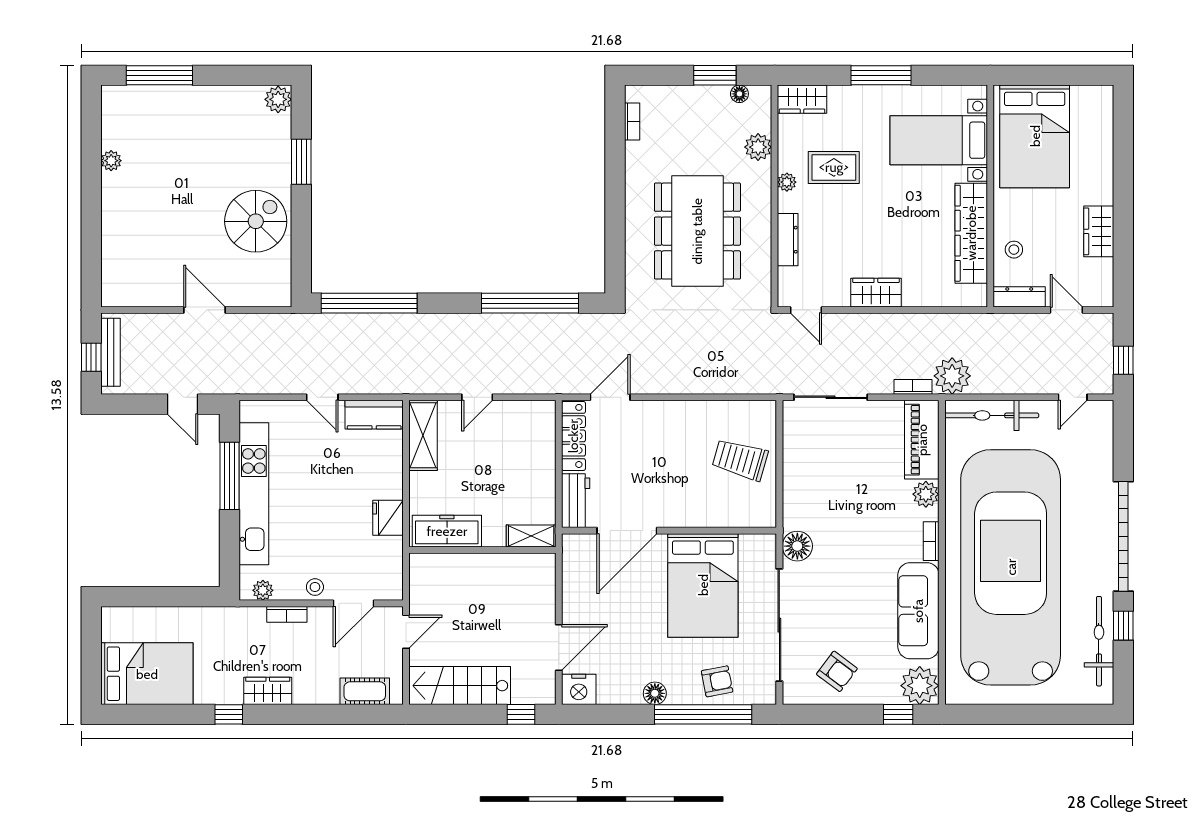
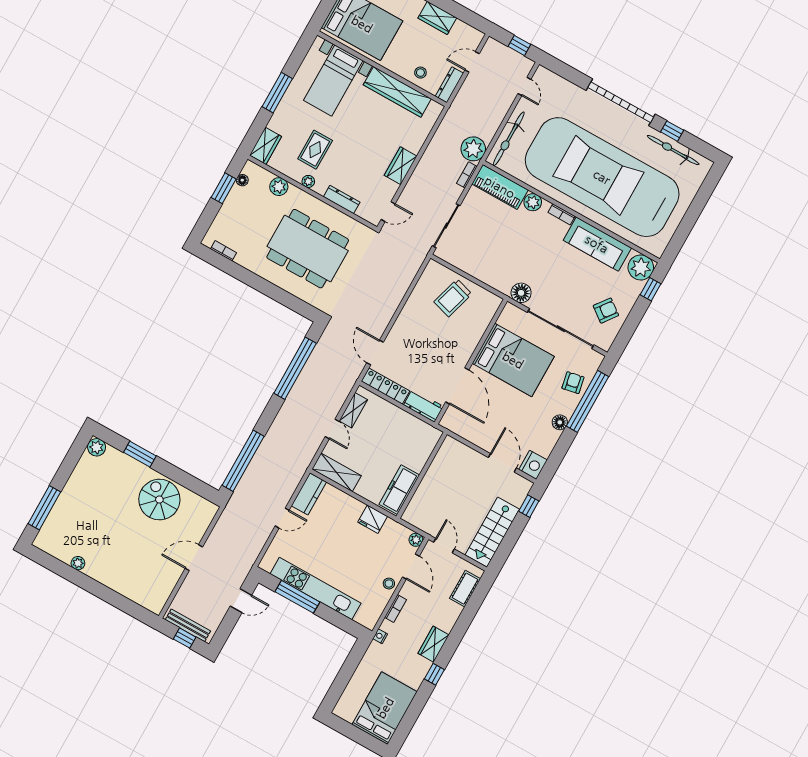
shelving: (531, 536) -> (353, 410), moved
plant: (263, 590) -> (416, 540), moved
nightstand: (239, 614) -> (380, 636), added

